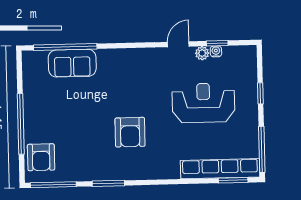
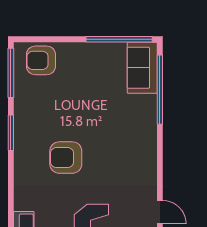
sofa: (72, 63) -> (142, 68), moved
window: (21, 124) -> (119, 39), moved

